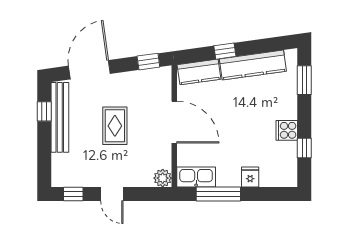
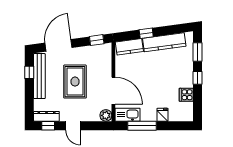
door: (174, 122) -> (113, 91), moved
rug: (115, 126) -> (75, 82), width x1.36, depth x1.43
cooker: (287, 130) -> (186, 95), moved
window: (304, 148) -> (198, 78), moved
dresser: (71, 179) -> (46, 116), added

